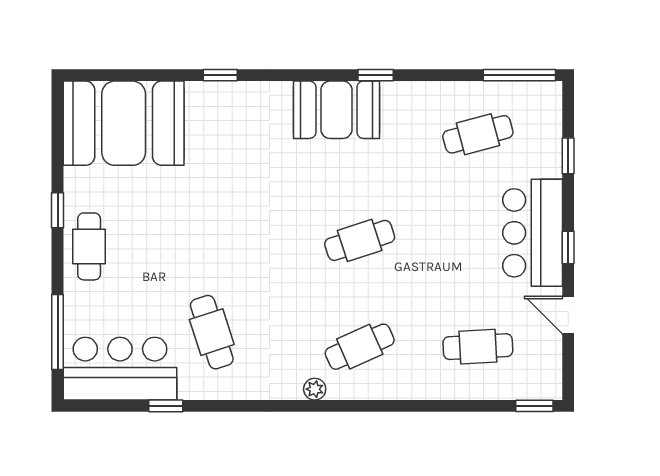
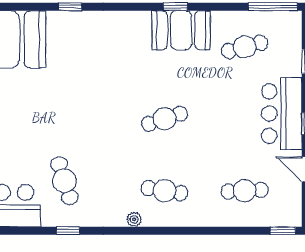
booth: (336, 110) -> (181, 30), moved
cafe table: (360, 347) -> (165, 191), turned 33
window: (166, 406) -> (68, 231), moved

